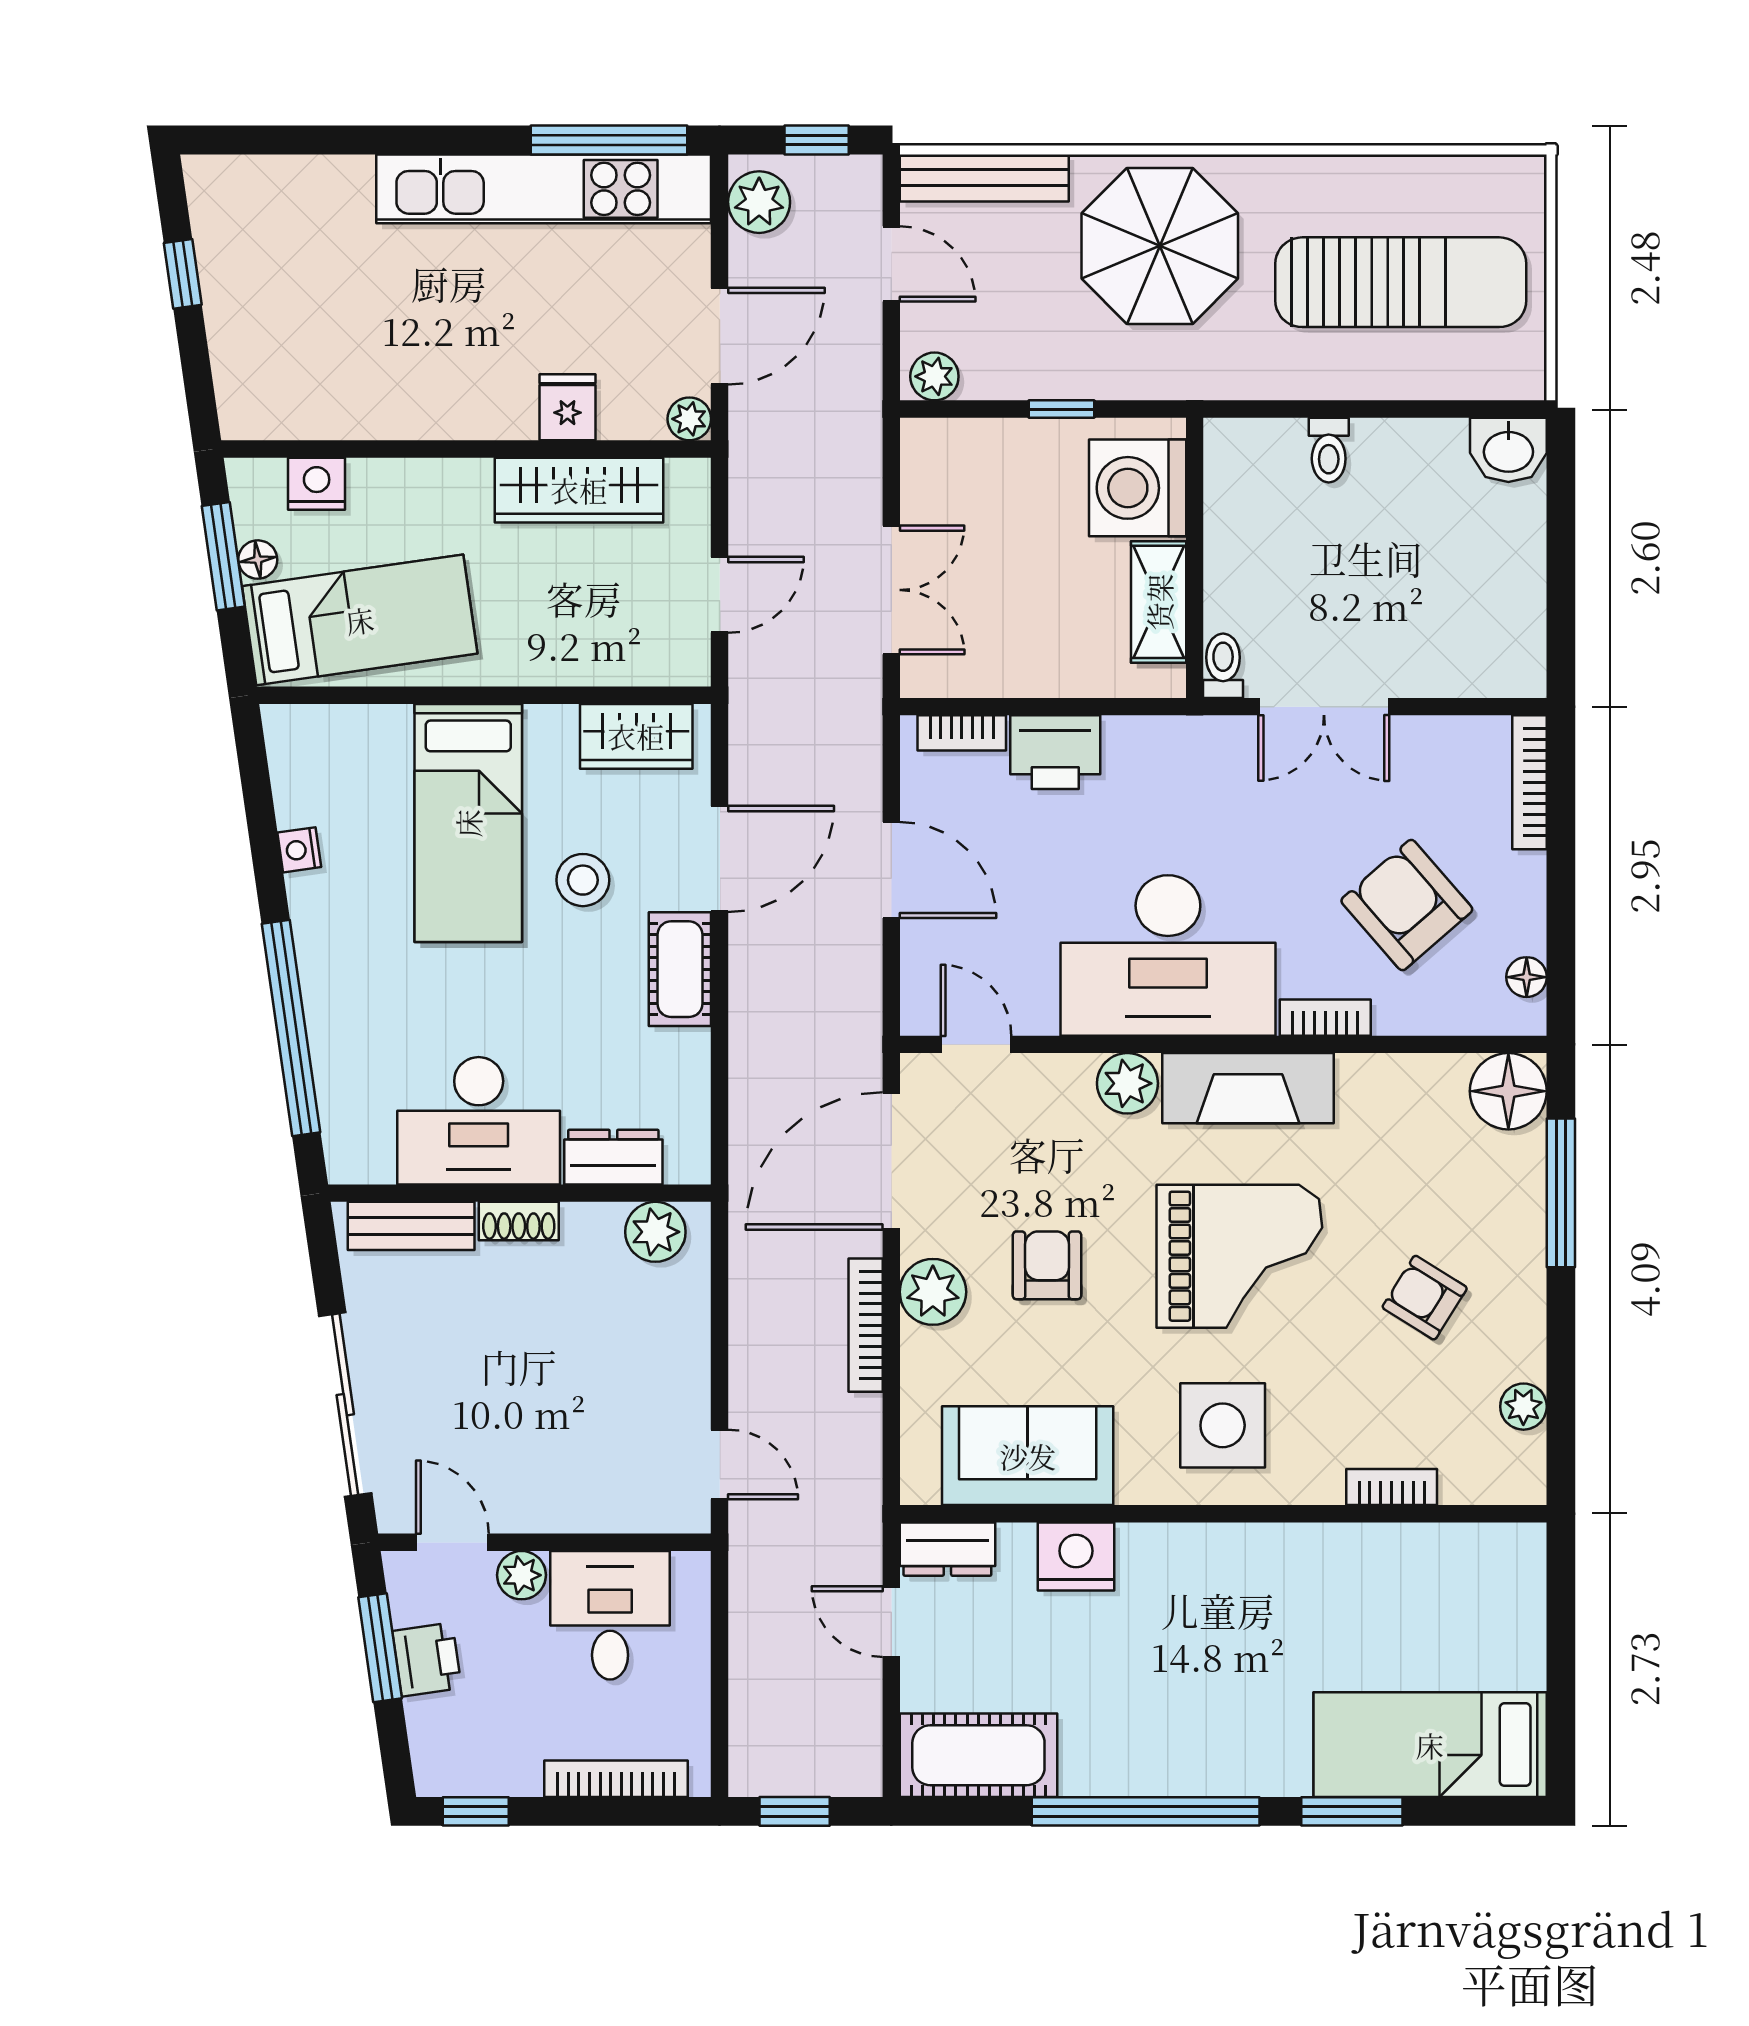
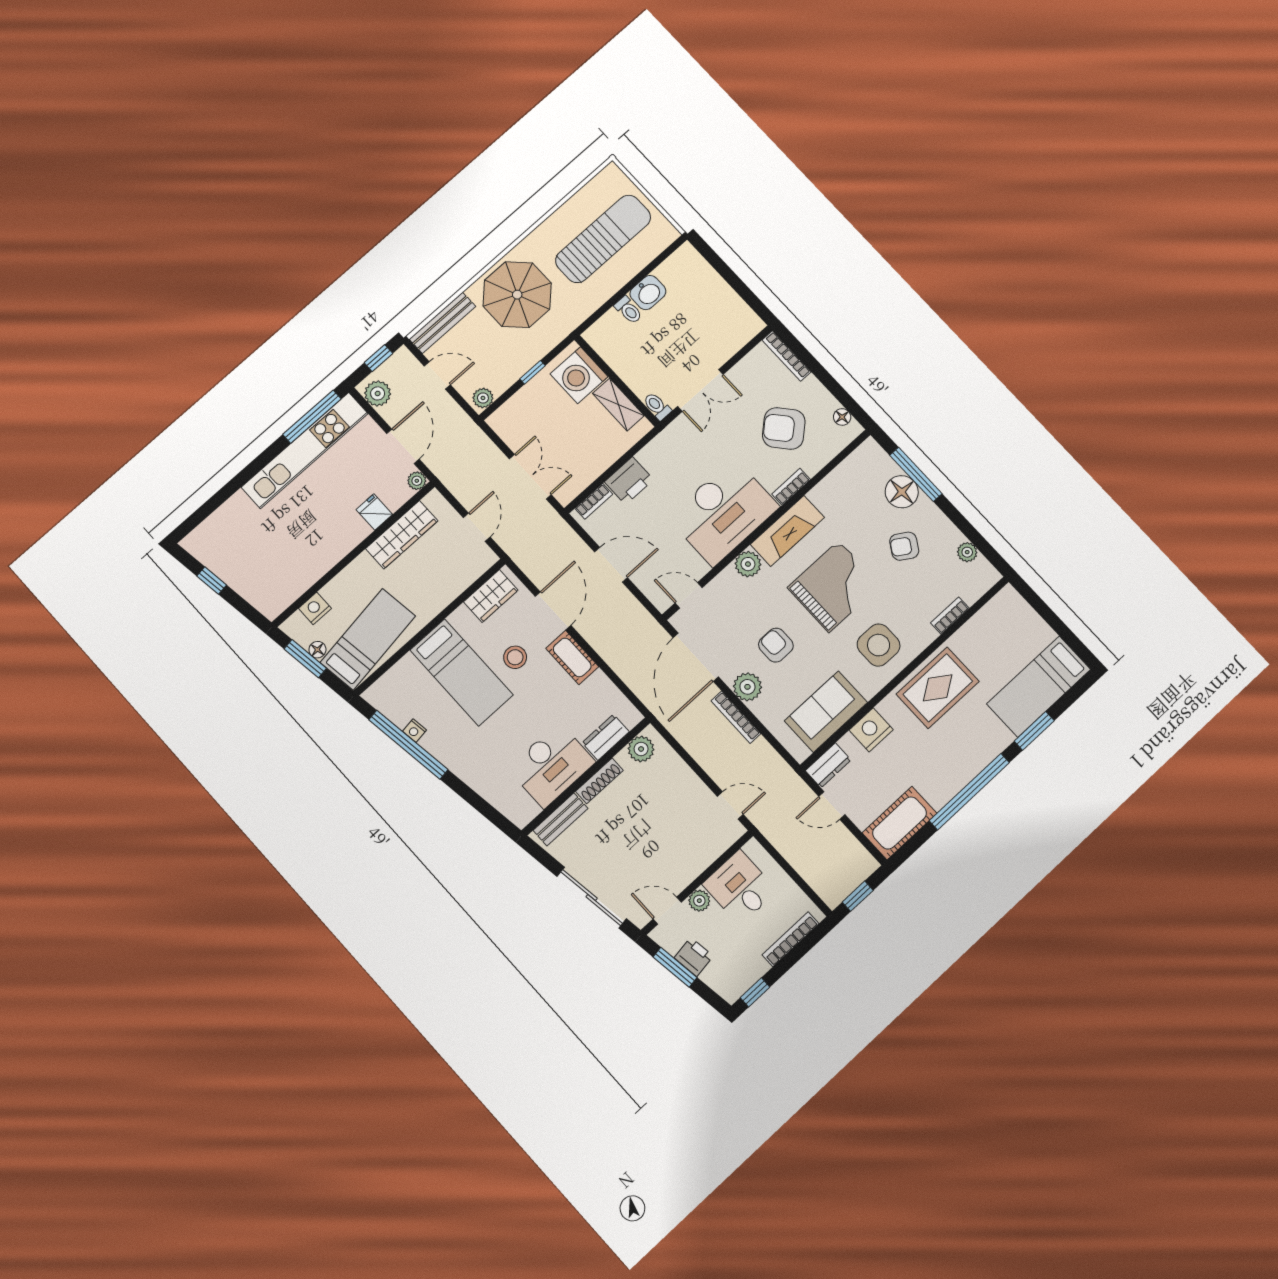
washbasin: (1508, 450) -> (648, 293), moved
window: (291, 1028) -> (408, 745), moved
floor lamp: (1508, 1091) -> (902, 492), moved
shoe rack: (519, 1221) -> (599, 781), width x1.43
rug: (1256, 1589) -> (938, 688), added

